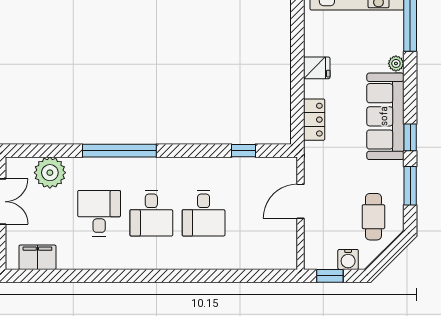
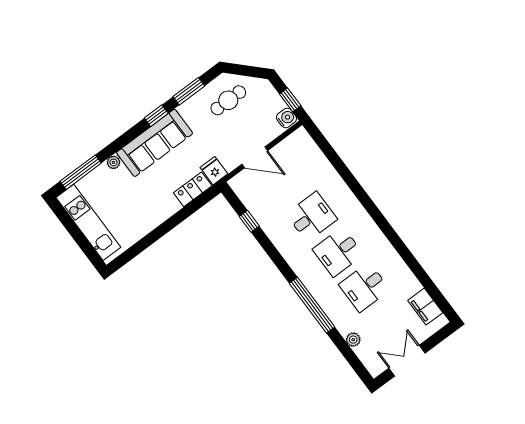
fridge: (317, 68) -> (214, 171), moved
plant: (50, 173) -> (353, 340), width x0.53, depth x0.53
desk: (151, 213) -> (338, 252), turned 180
water cooler: (348, 259) -> (286, 118), moved

